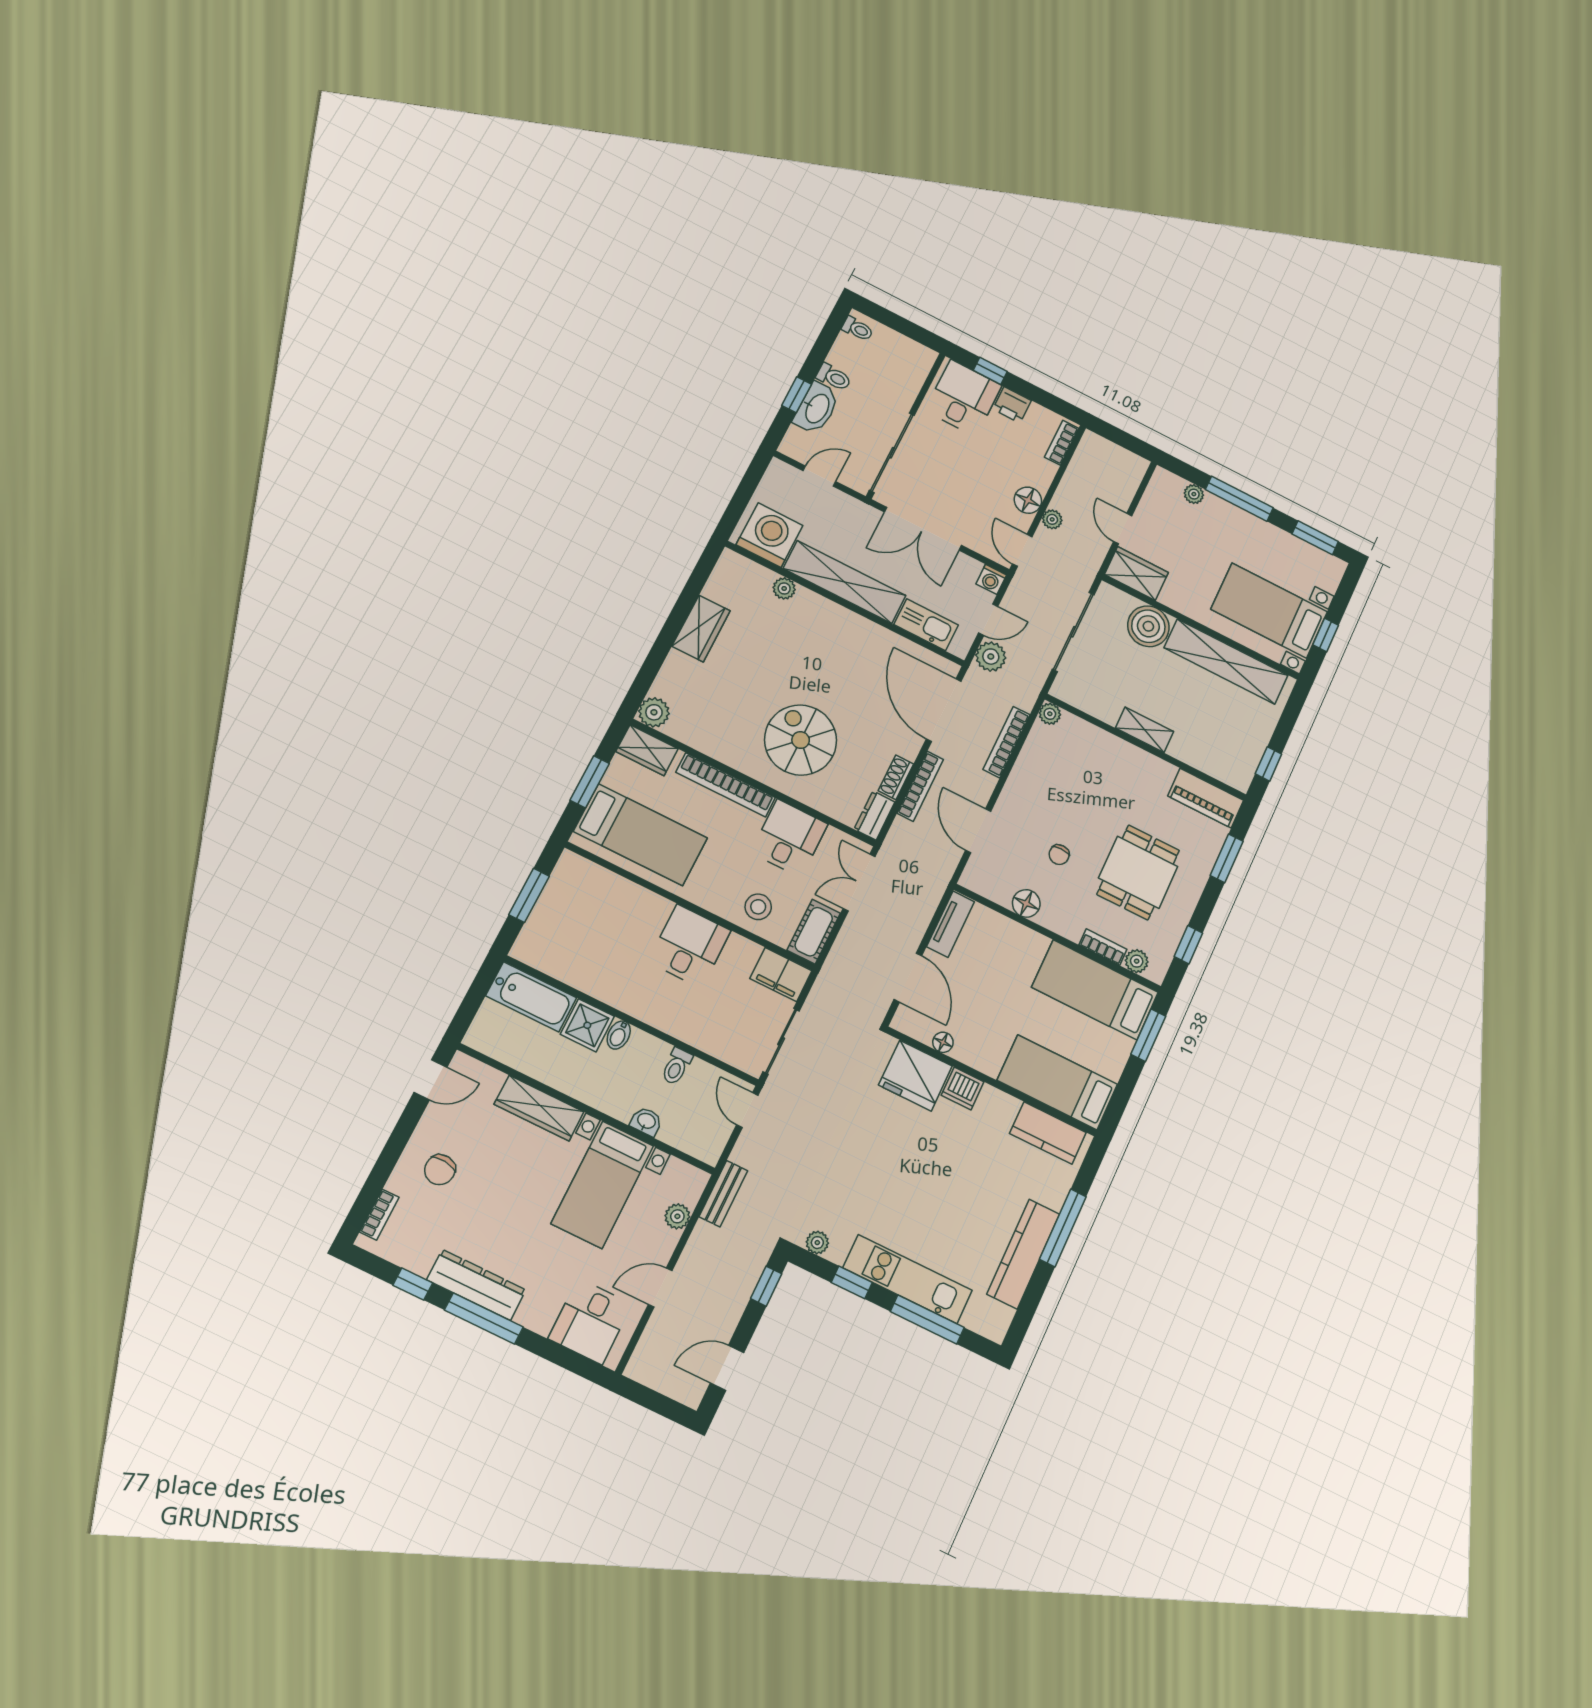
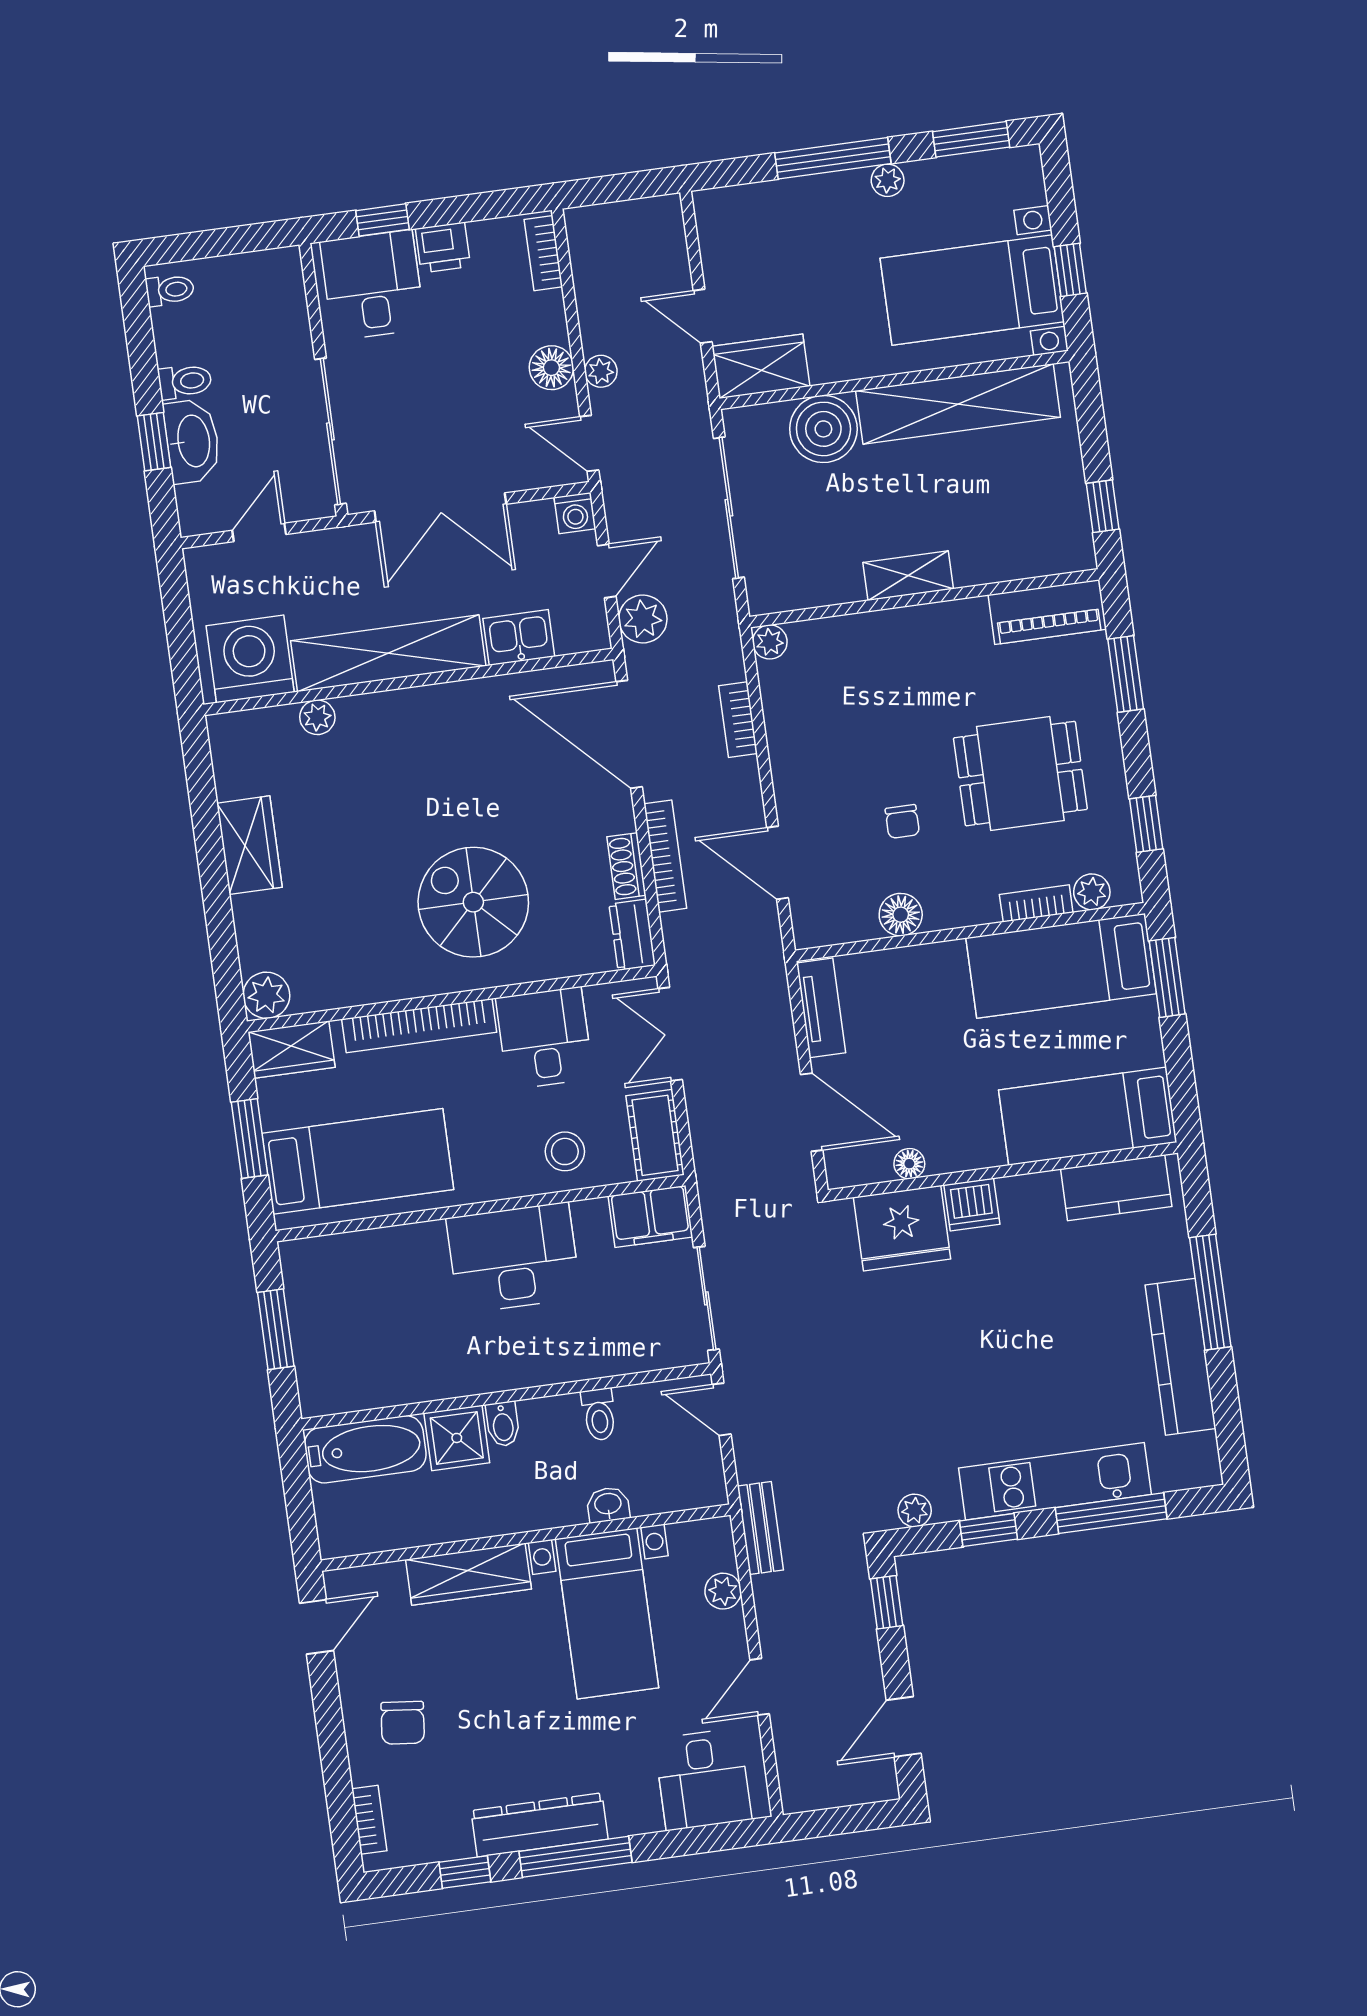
plant: (1194, 494) -> (888, 180), moved
kitchen sink: (926, 625) -> (519, 638), width x0.73
bookcase: (1007, 742) -> (738, 720), width x0.64
dining table: (1138, 872) -> (1020, 774), turned 90
desk: (689, 946) -> (514, 1258), width x1.37

